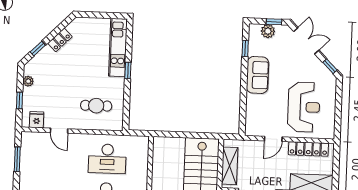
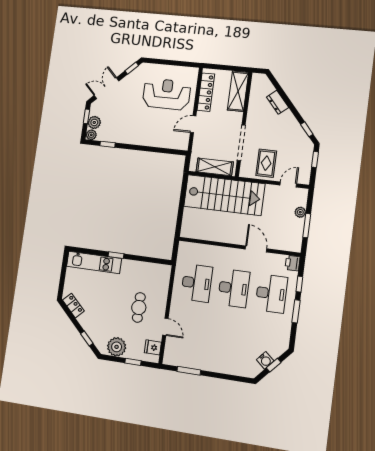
plant: (254, 29) -> (91, 135), added
locker: (60, 40) -> (73, 306), moved
sofa: (257, 75) -> (133, 135), removed
plant: (28, 81) -> (117, 347), width x1.87, depth x1.87
cafe table: (96, 106) -> (139, 307), moved
door: (59, 131) -> (165, 327), hinge flipped
door: (273, 139) -> (193, 124), swing flipped

